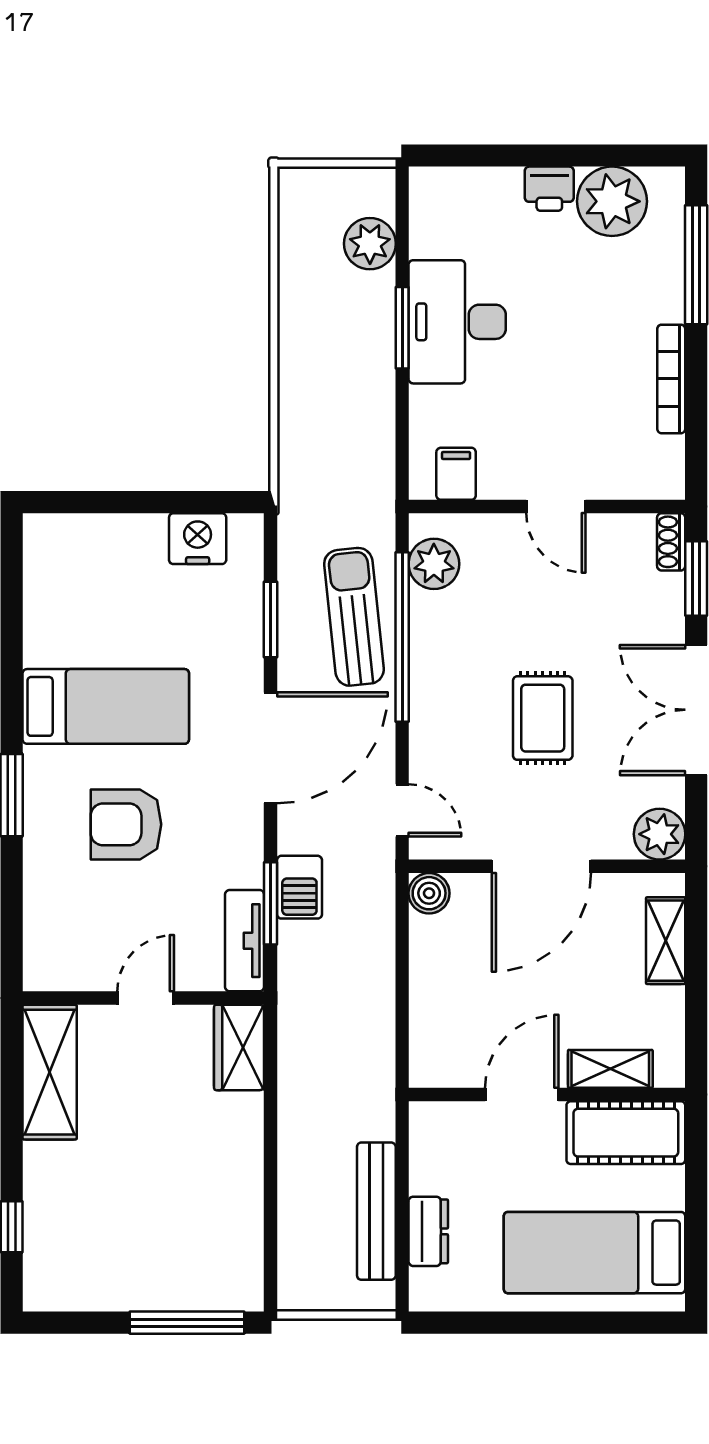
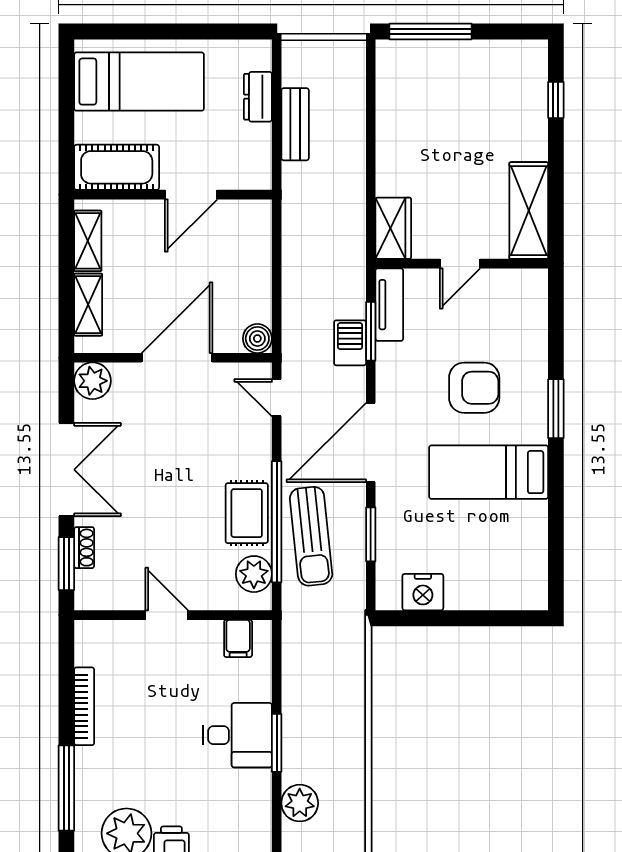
desk: (457, 322) -> (237, 735), width x0.73
shoe rack: (671, 542) -> (84, 548), moved
rug: (543, 718) -> (247, 513), moved
shelving: (610, 1069) -> (88, 241), moved, turned 90
bench: (376, 1211) -> (295, 124), width x0.73

